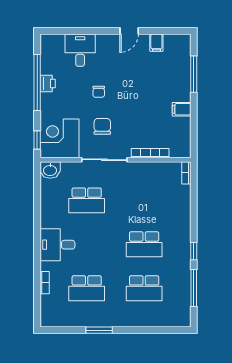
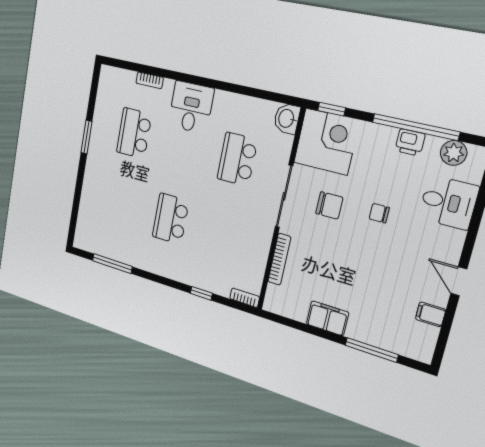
plant: (48, 55) -> (454, 153), added
filing cabinet: (182, 109) -> (327, 318), width x2.00
window: (194, 251) -> (201, 293), moved
school desk: (144, 288) -> (122, 204), removed

